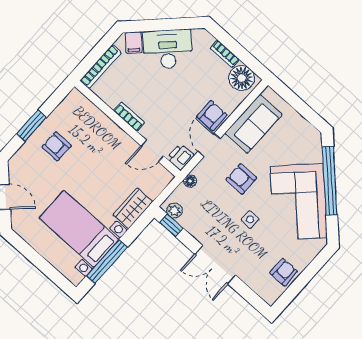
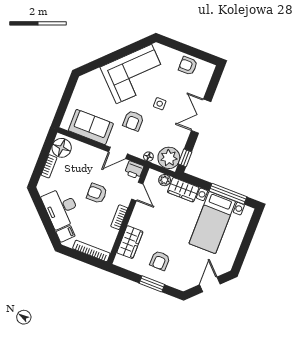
armchair: (212, 116) -> (97, 193), moved
wardrobe: (93, 118) -> (130, 242), added
window: (330, 181) -> (111, 58), removed
plant: (154, 190) -> (165, 180), added
plant: (175, 210) -> (169, 158), width x1.87, depth x1.87
double door: (215, 265) -> (201, 116), swing flipped

